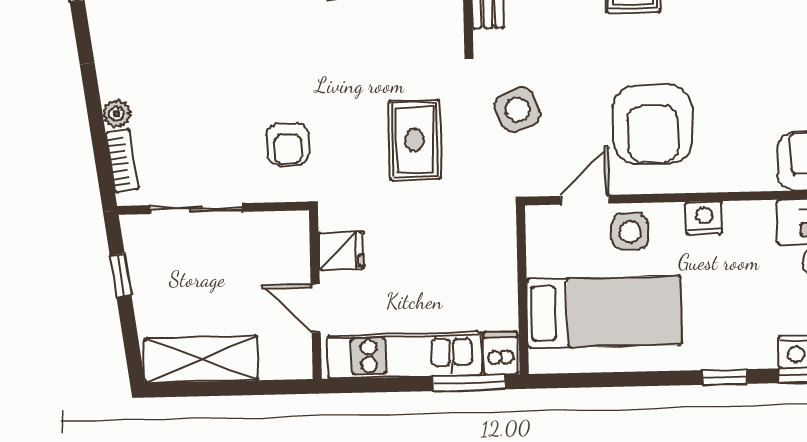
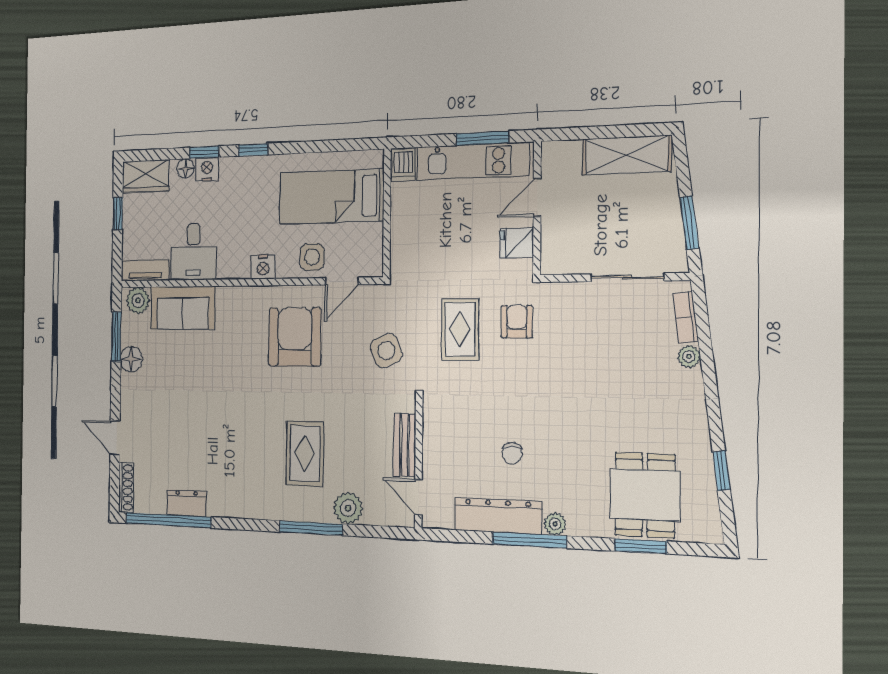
armchair: (288, 144) -> (517, 322), moved
window: (121, 276) -> (689, 223), width x1.50
door: (316, 308) -> (537, 197), swing flipped
window: (469, 383) -> (482, 138), moved

